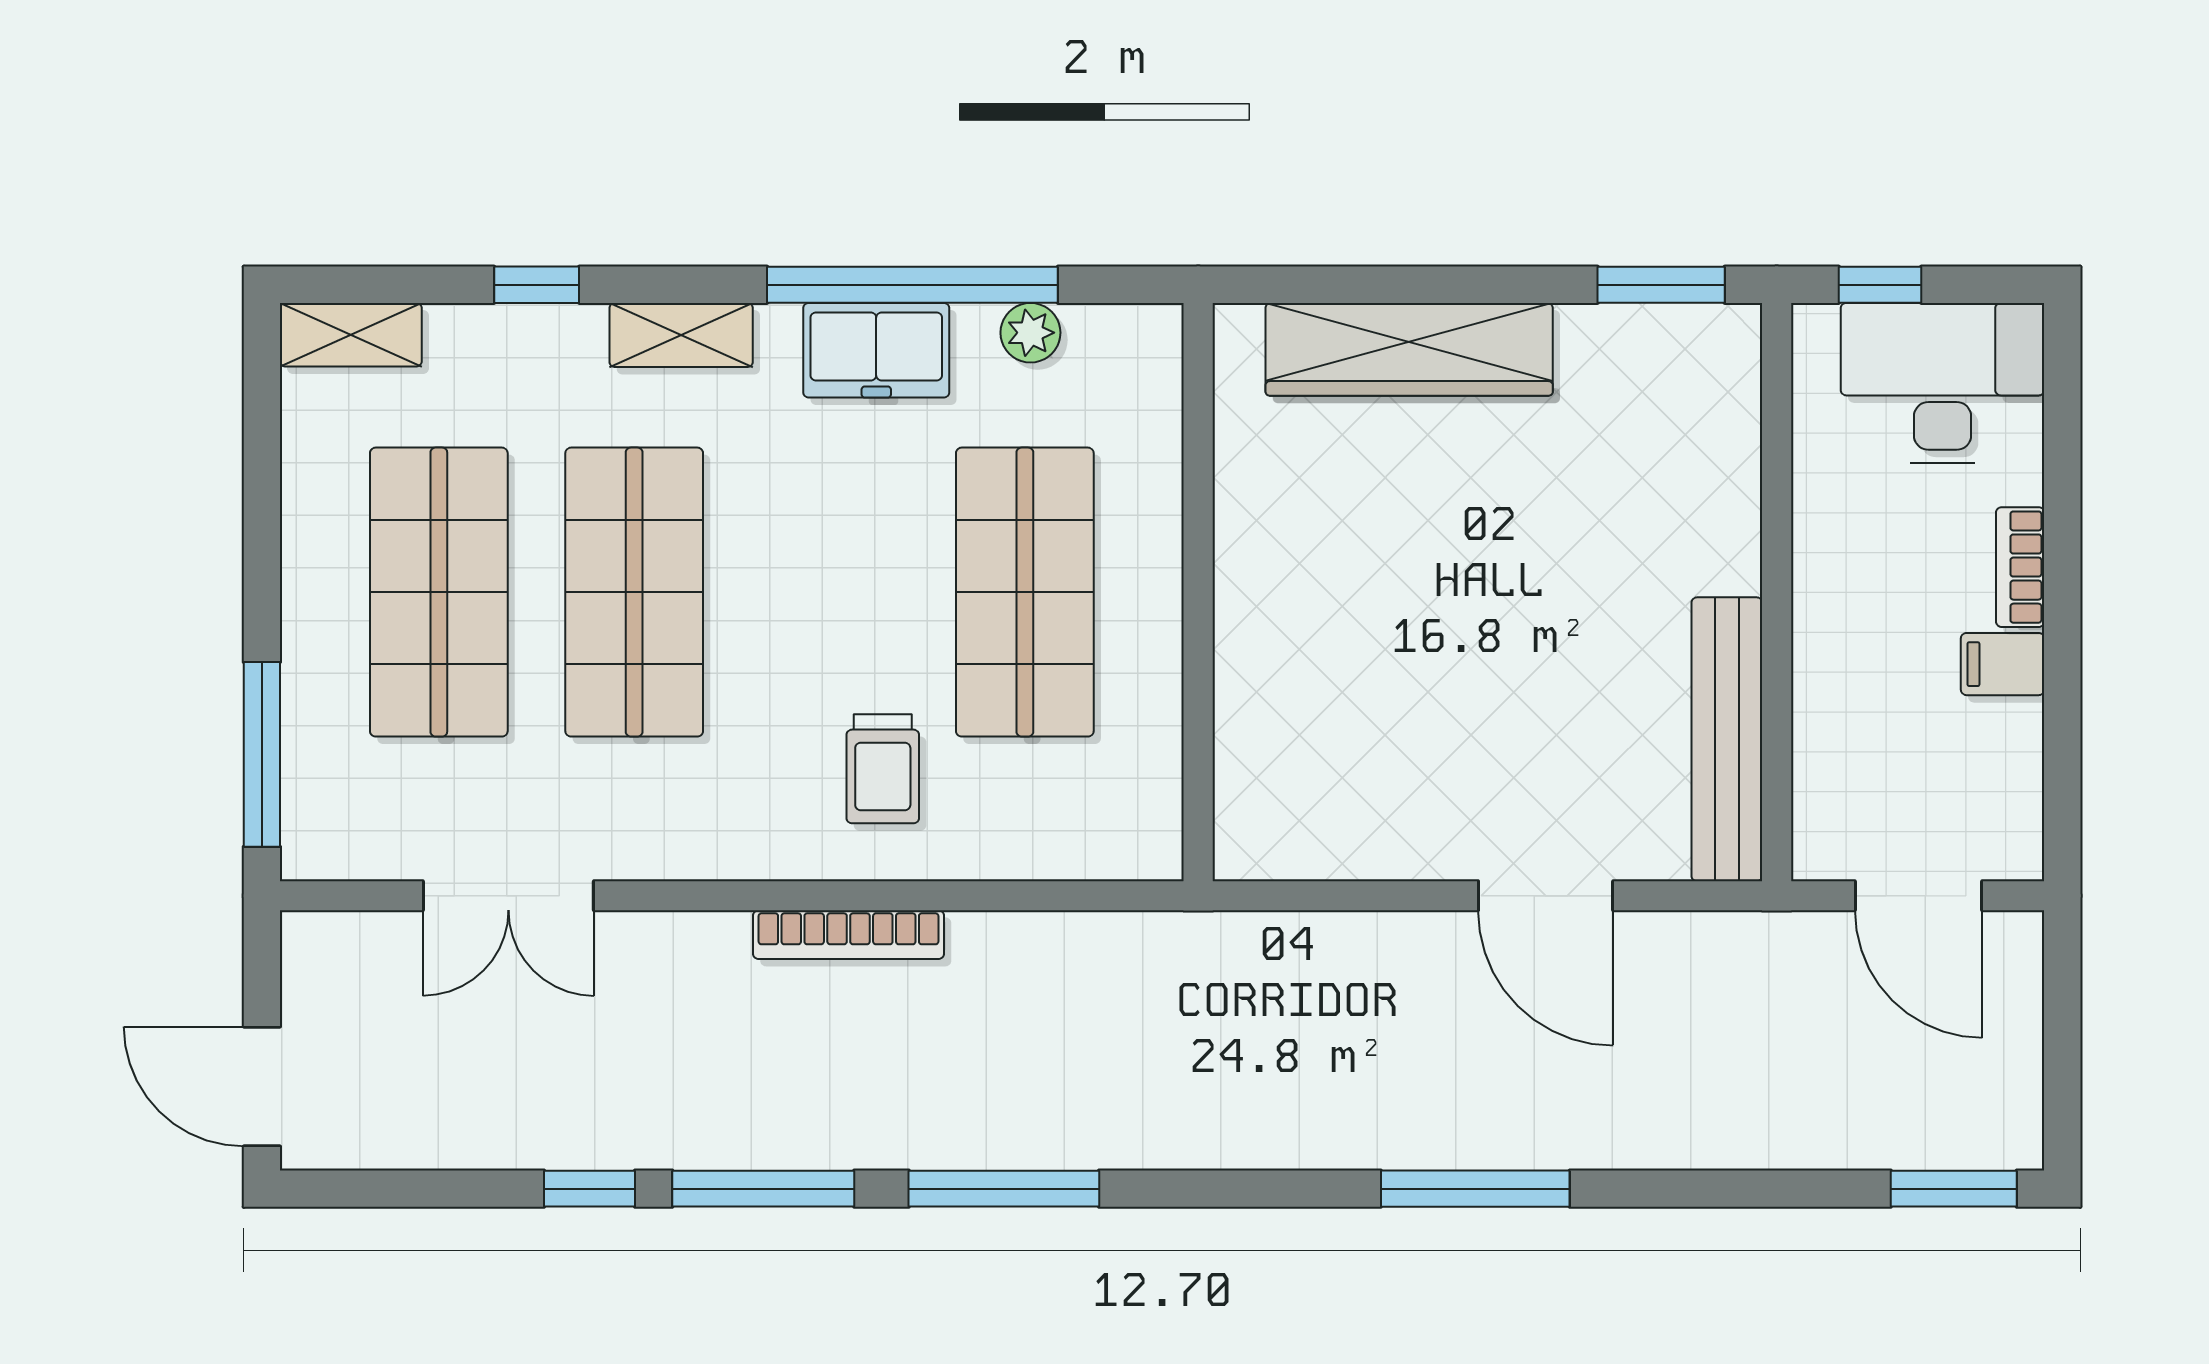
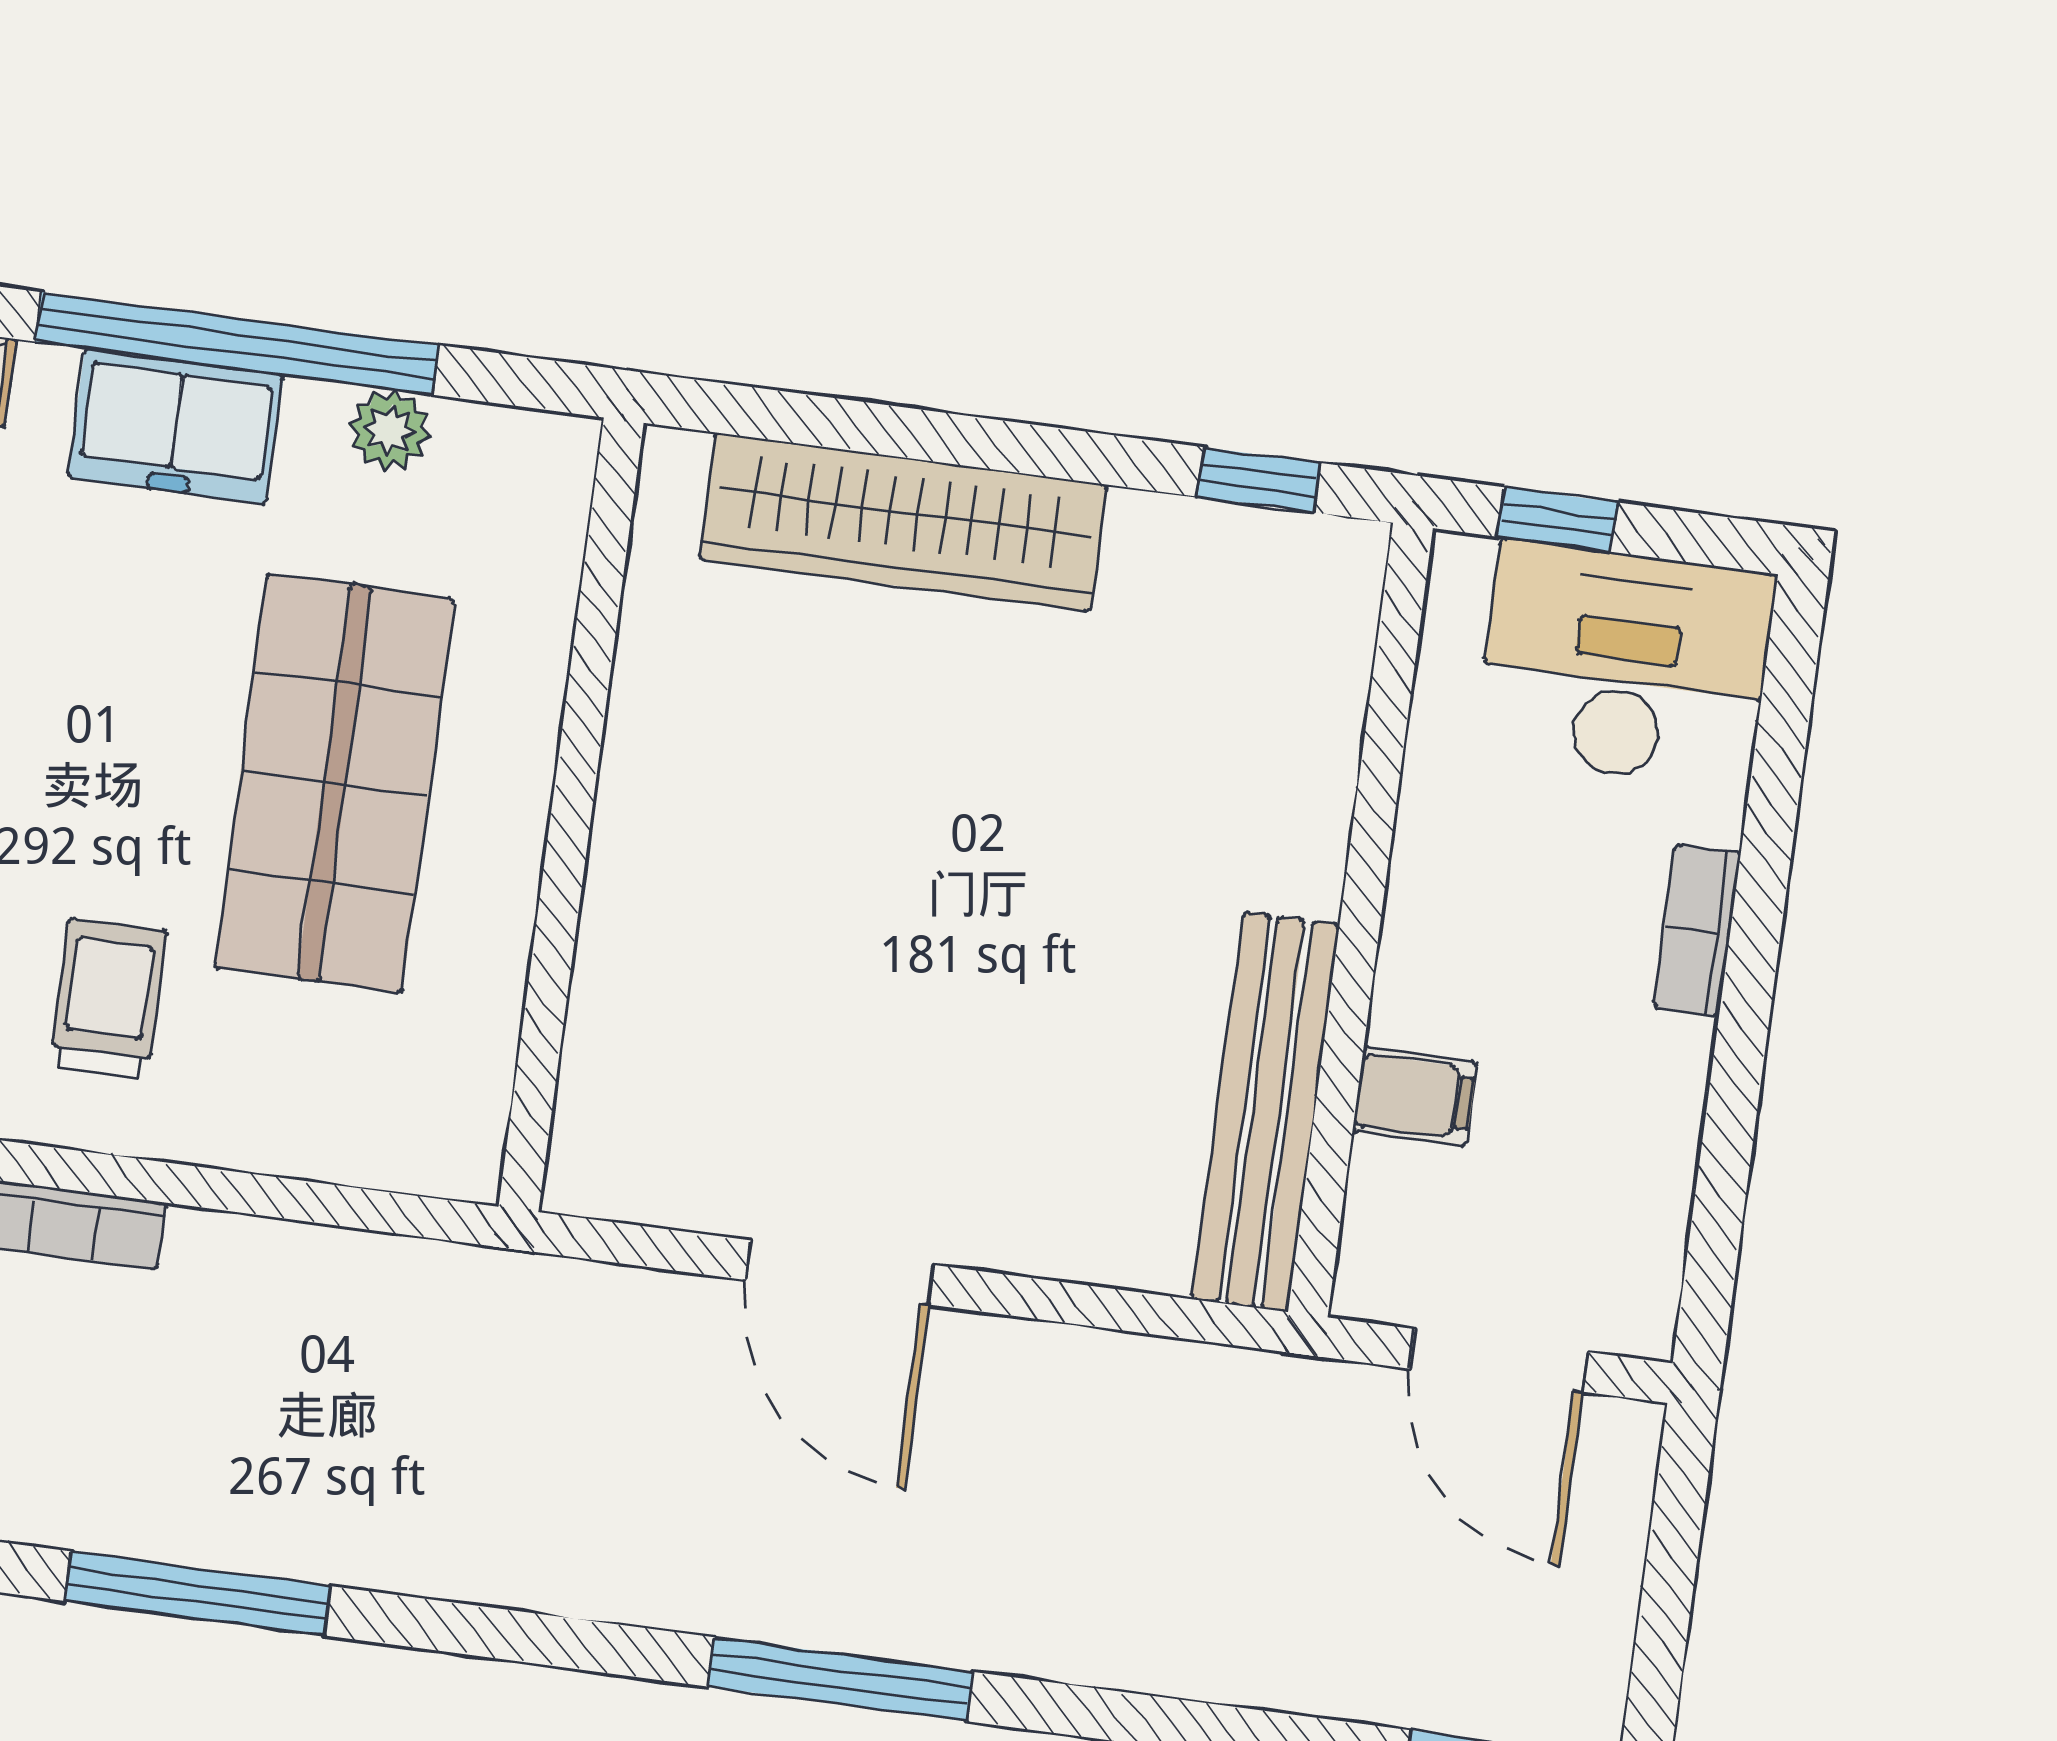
window: (1661, 285) -> (1259, 480), width x0.67
filing cabinet: (2003, 664) -> (1415, 1097), moved, turned 180
trolley: (883, 769) -> (108, 999), turned 180
door: (1546, 896) -> (840, 1272), moved

